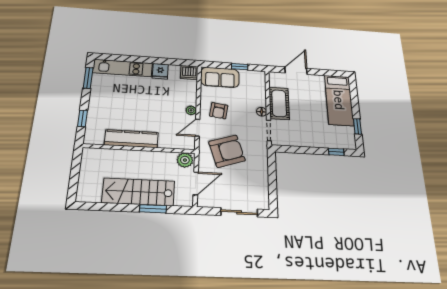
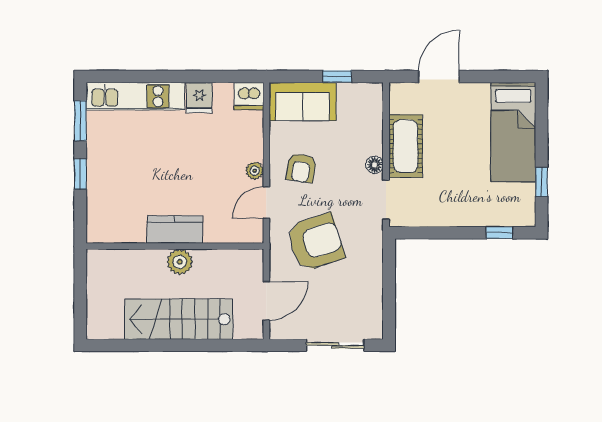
window: (82, 118) -> (80, 174), moved
kitchen counter: (131, 139) -> (175, 229), width x0.67
plant: (185, 160) -> (180, 262), moved
window: (153, 209) -> (203, 345), removed

